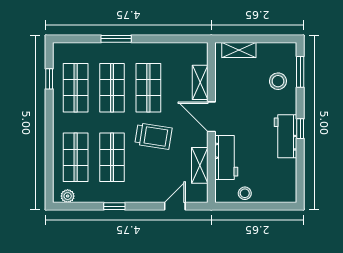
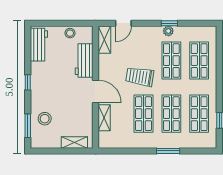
workbench: (286, 136) -> (39, 45), moved
shelving: (200, 165) -> (104, 40), moved
plant: (68, 196) -> (168, 31), moved

